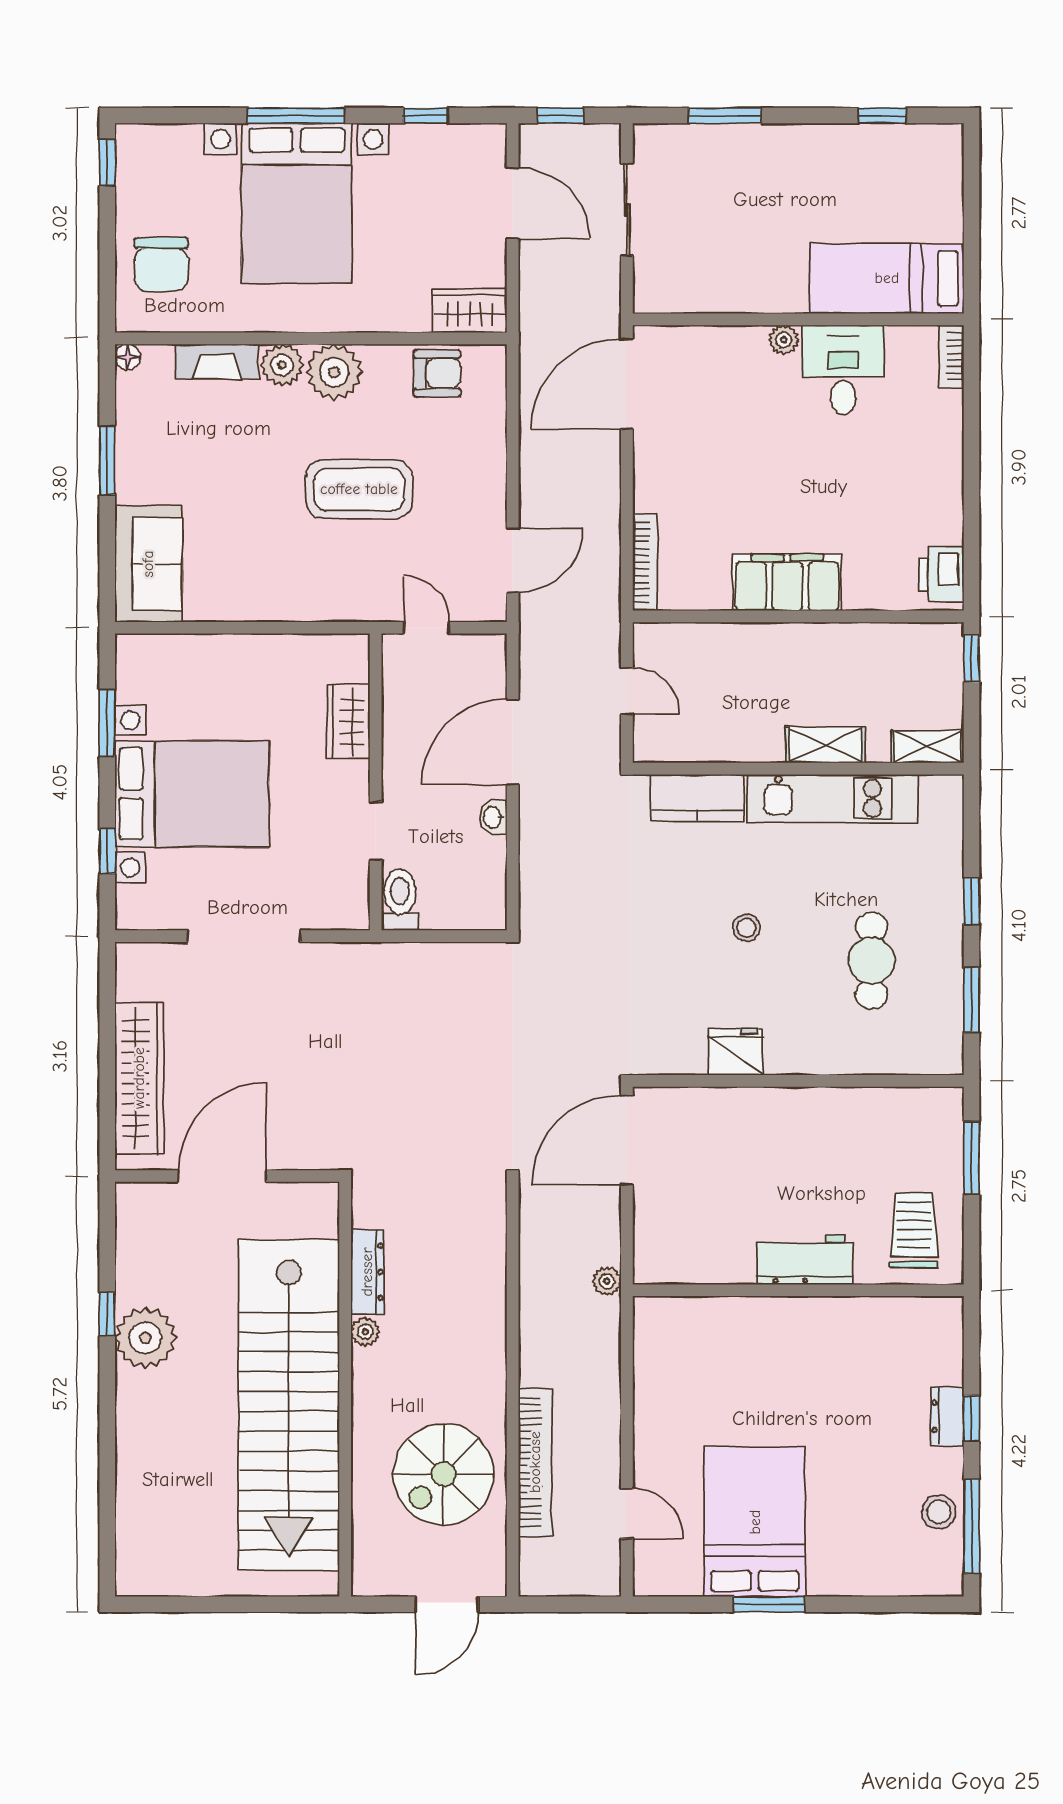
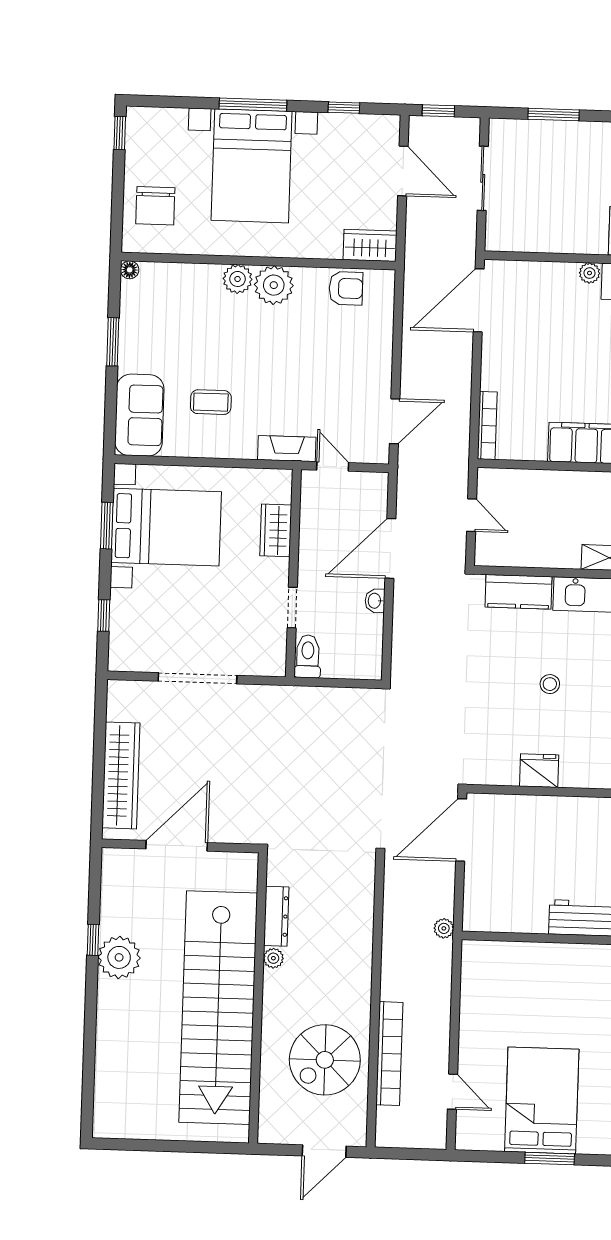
fireplace: (217, 362) -> (287, 449), moved, turned 180
coffee table: (359, 489) -> (211, 402), moved, width x0.54, depth x0.58
bed with nightstands: (192, 794) -> (166, 527), moved

